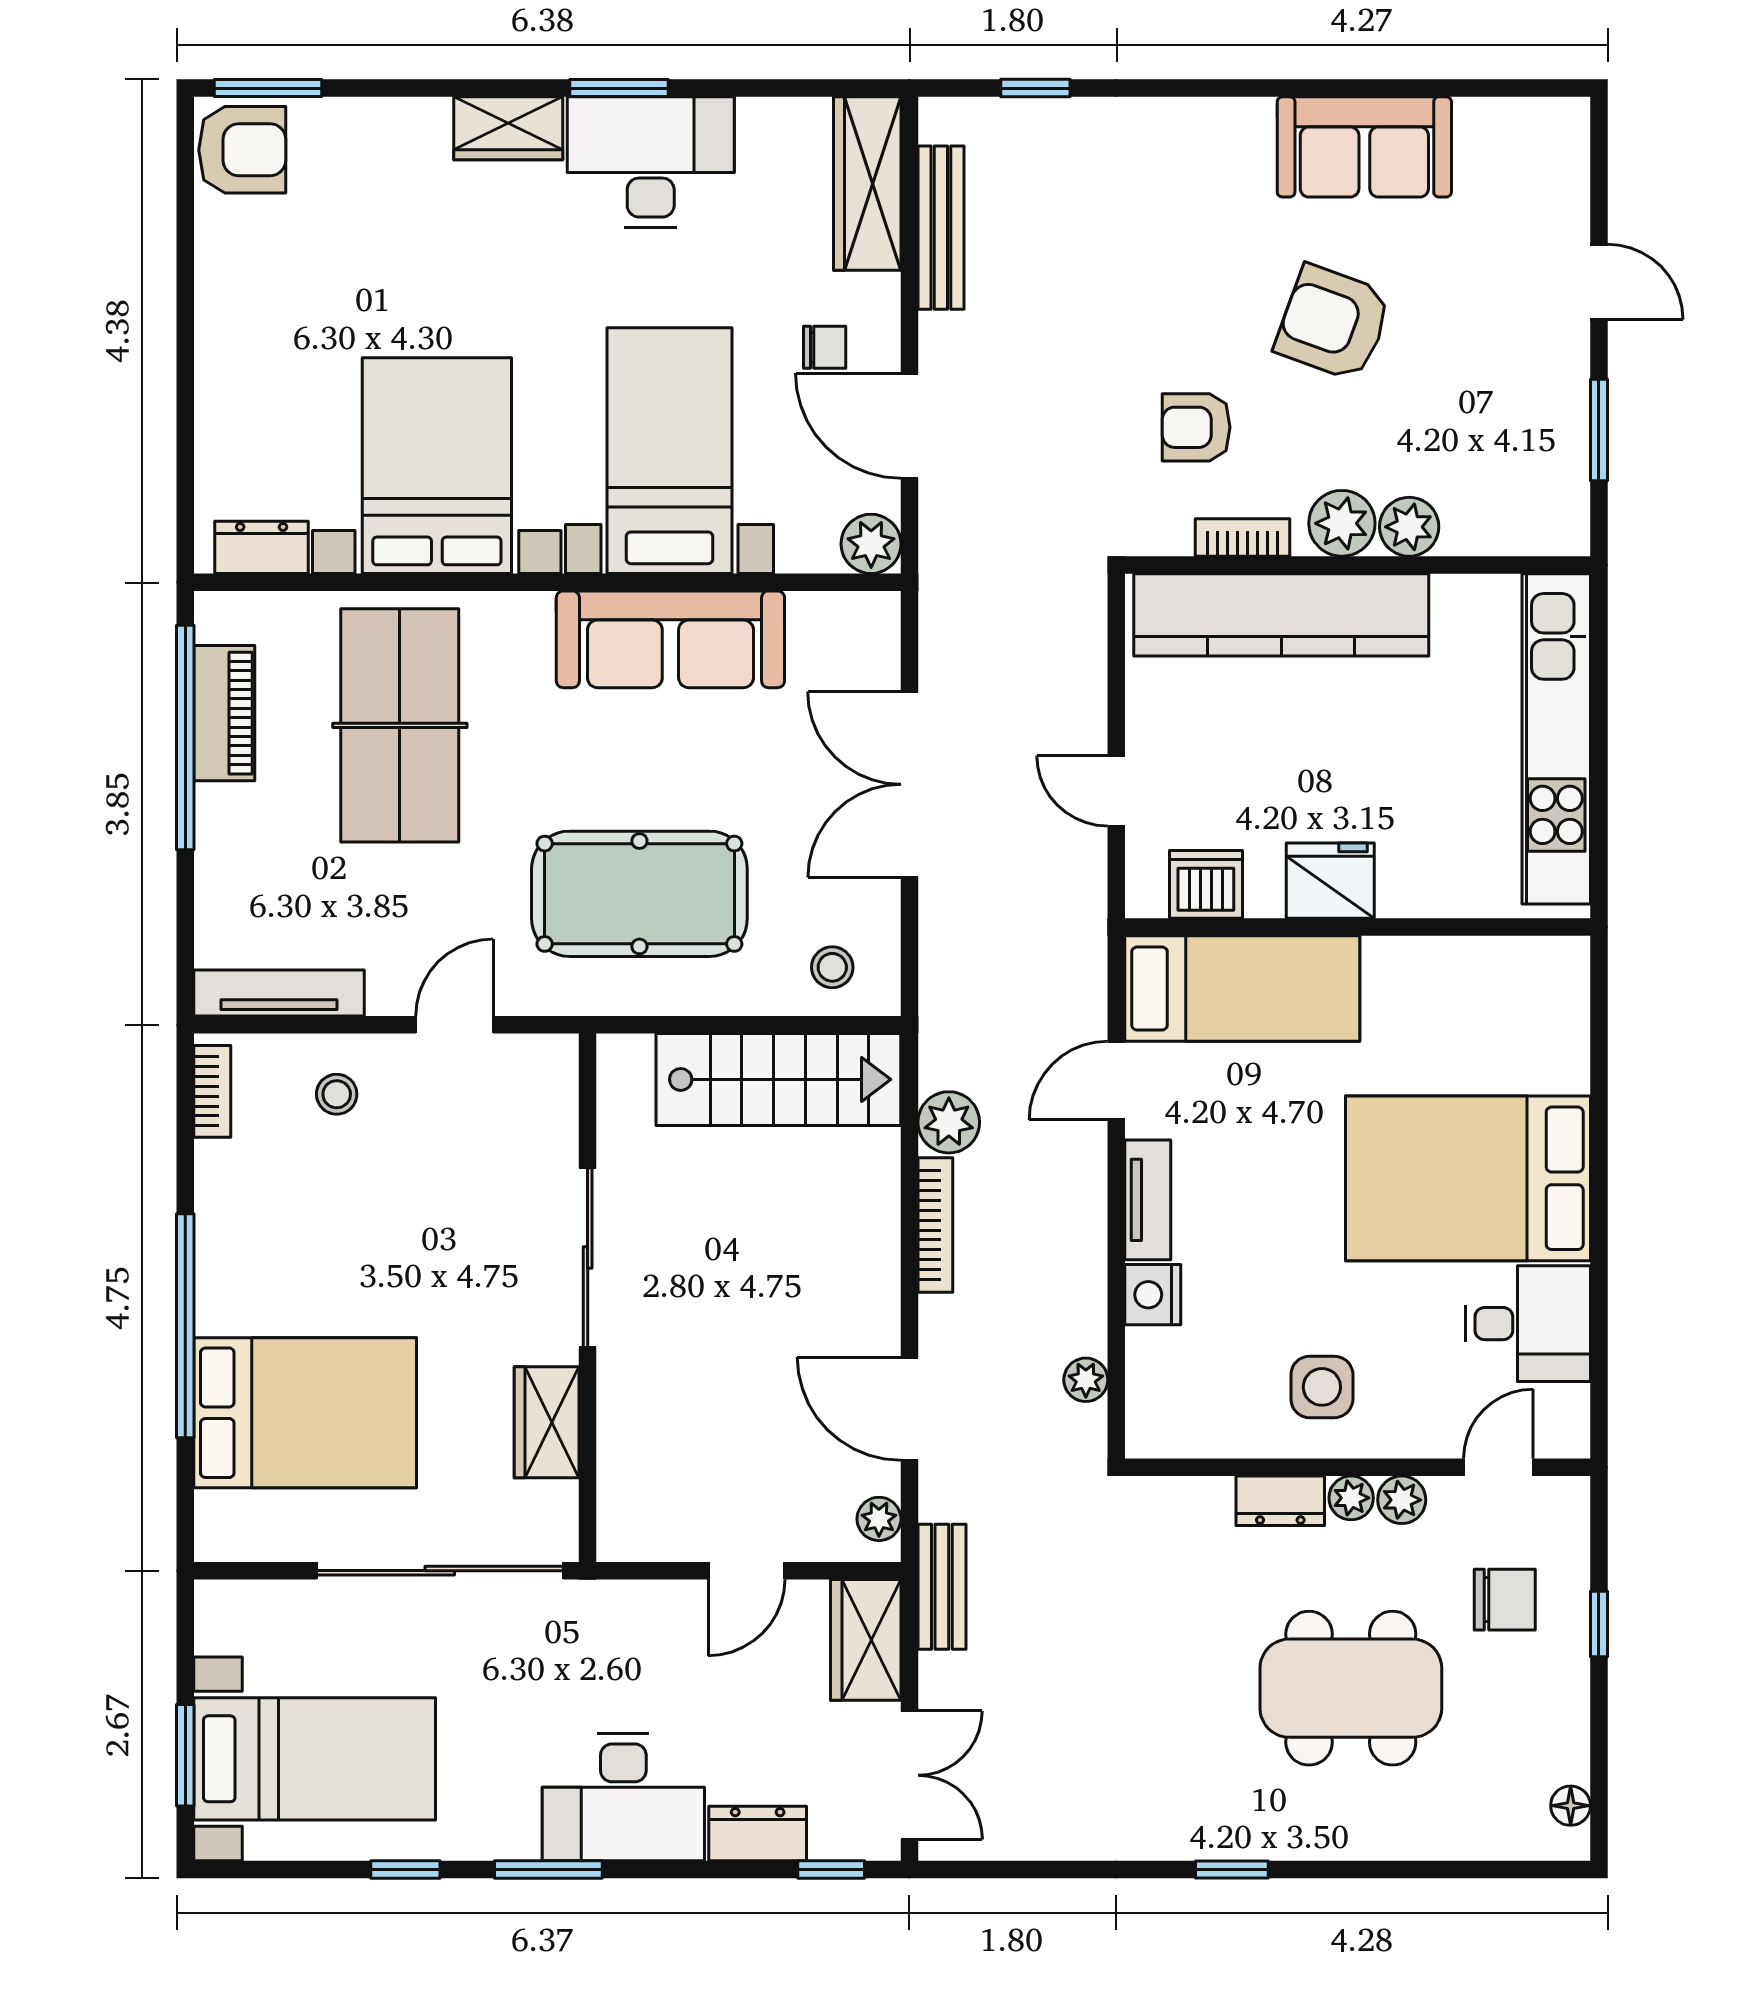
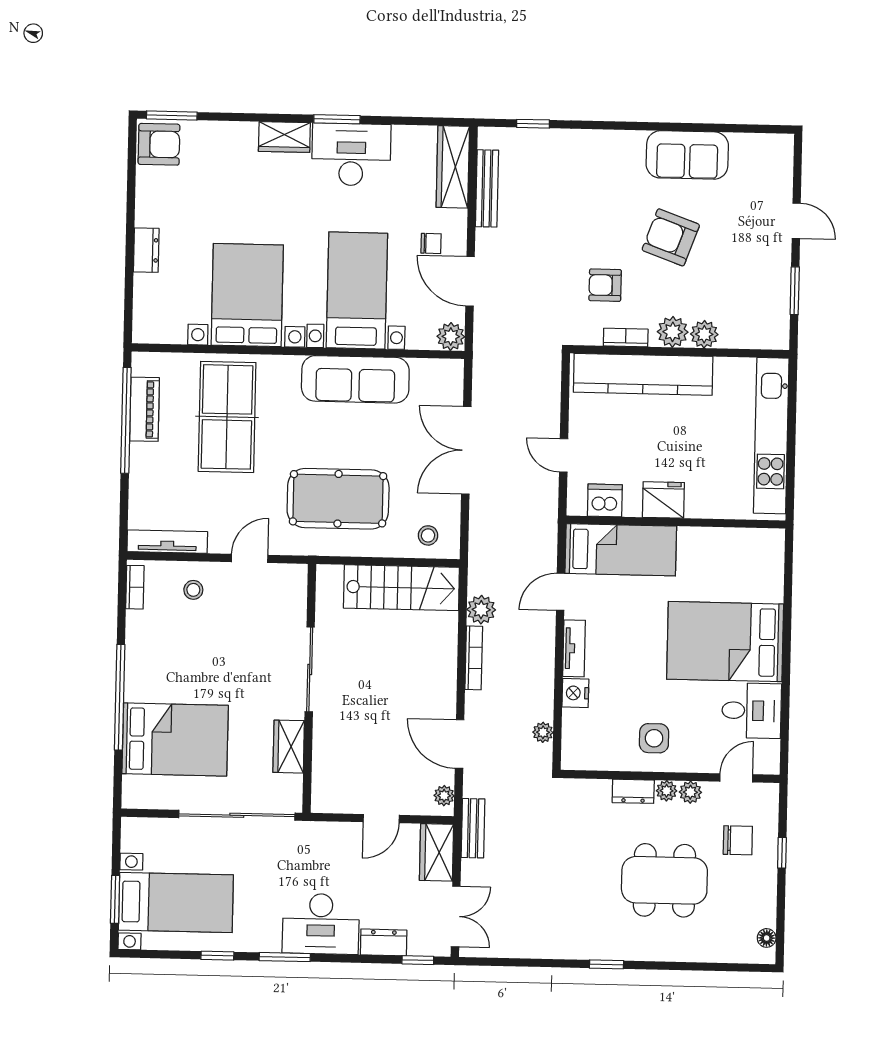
dresser: (262, 547) -> (146, 250), moved, turned 90

